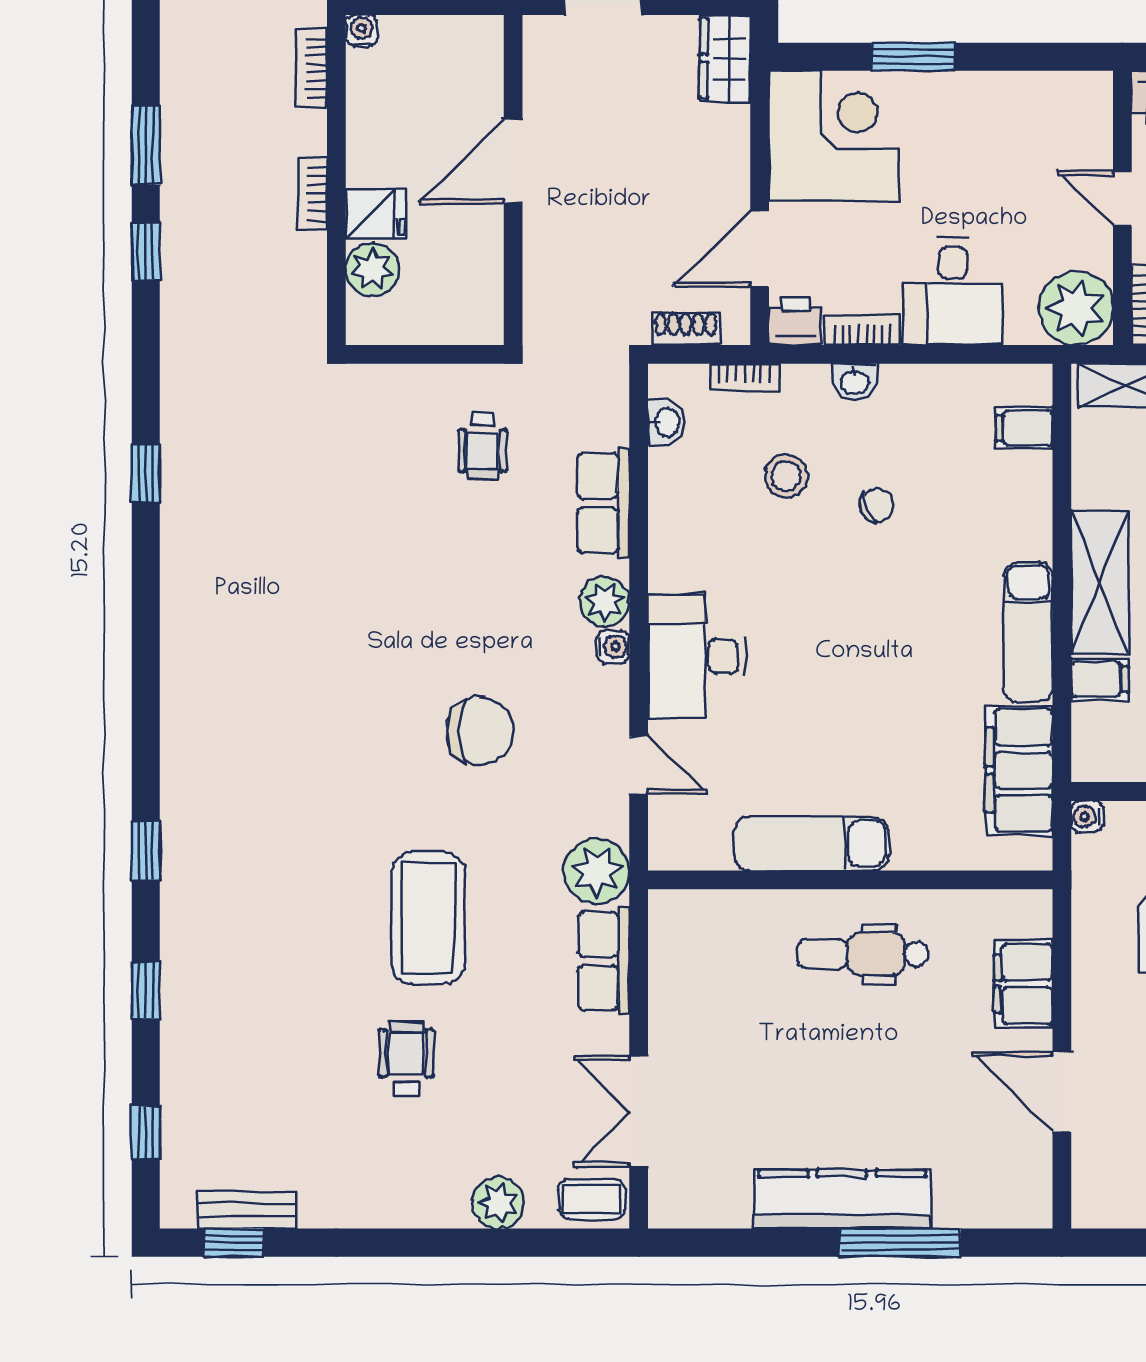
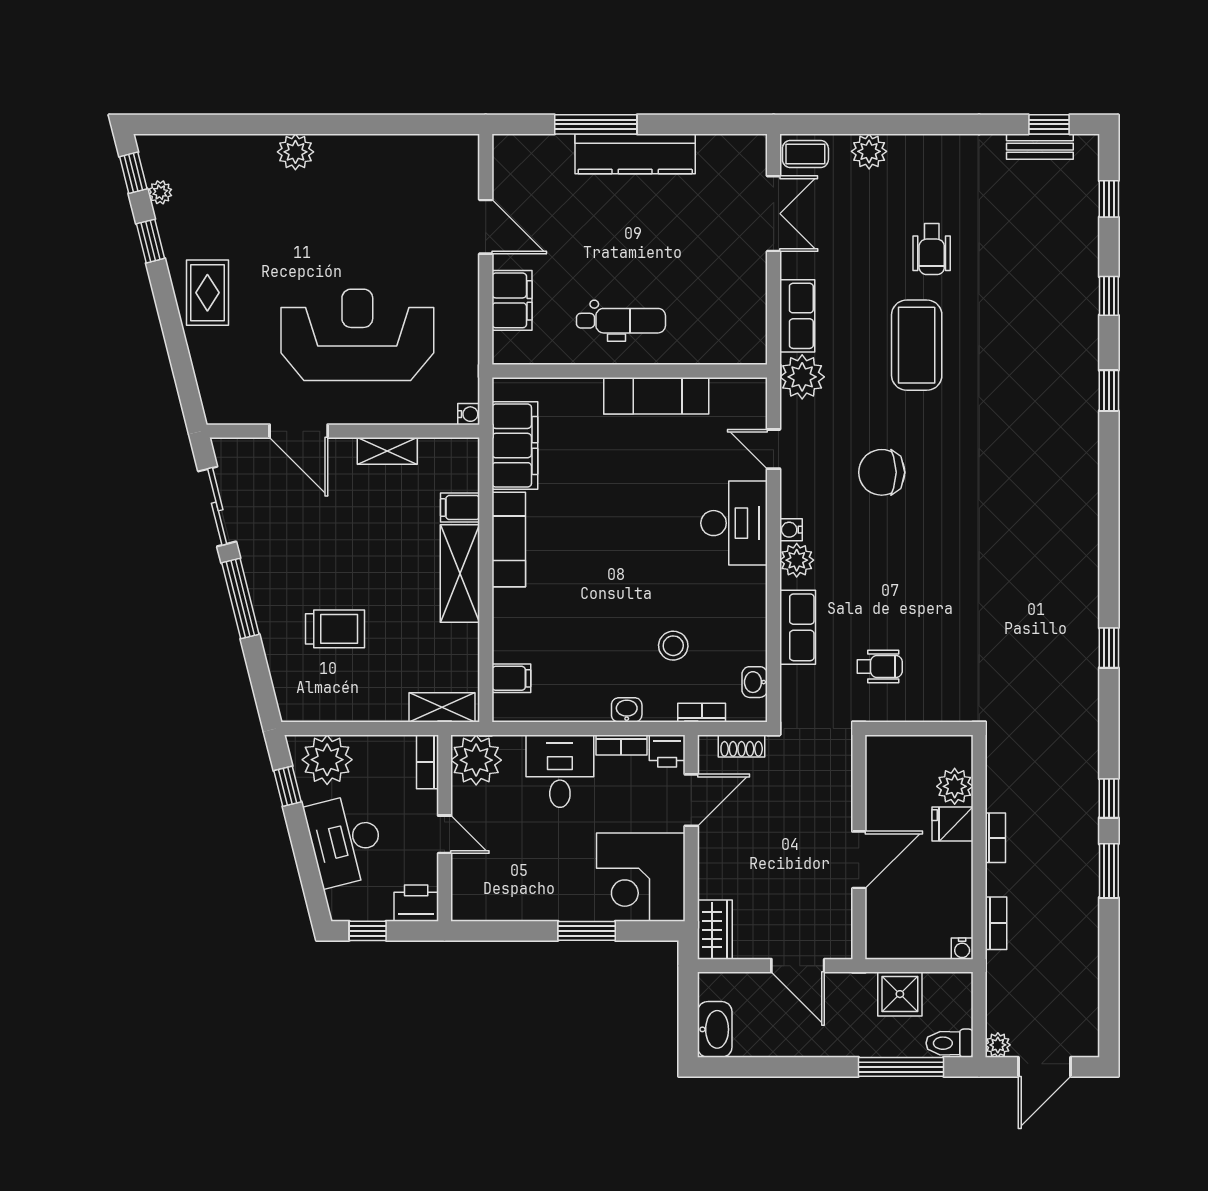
wheelchair: (483, 445) -> (880, 667), turned 90
chair: (877, 505) -> (611, 626), removed

